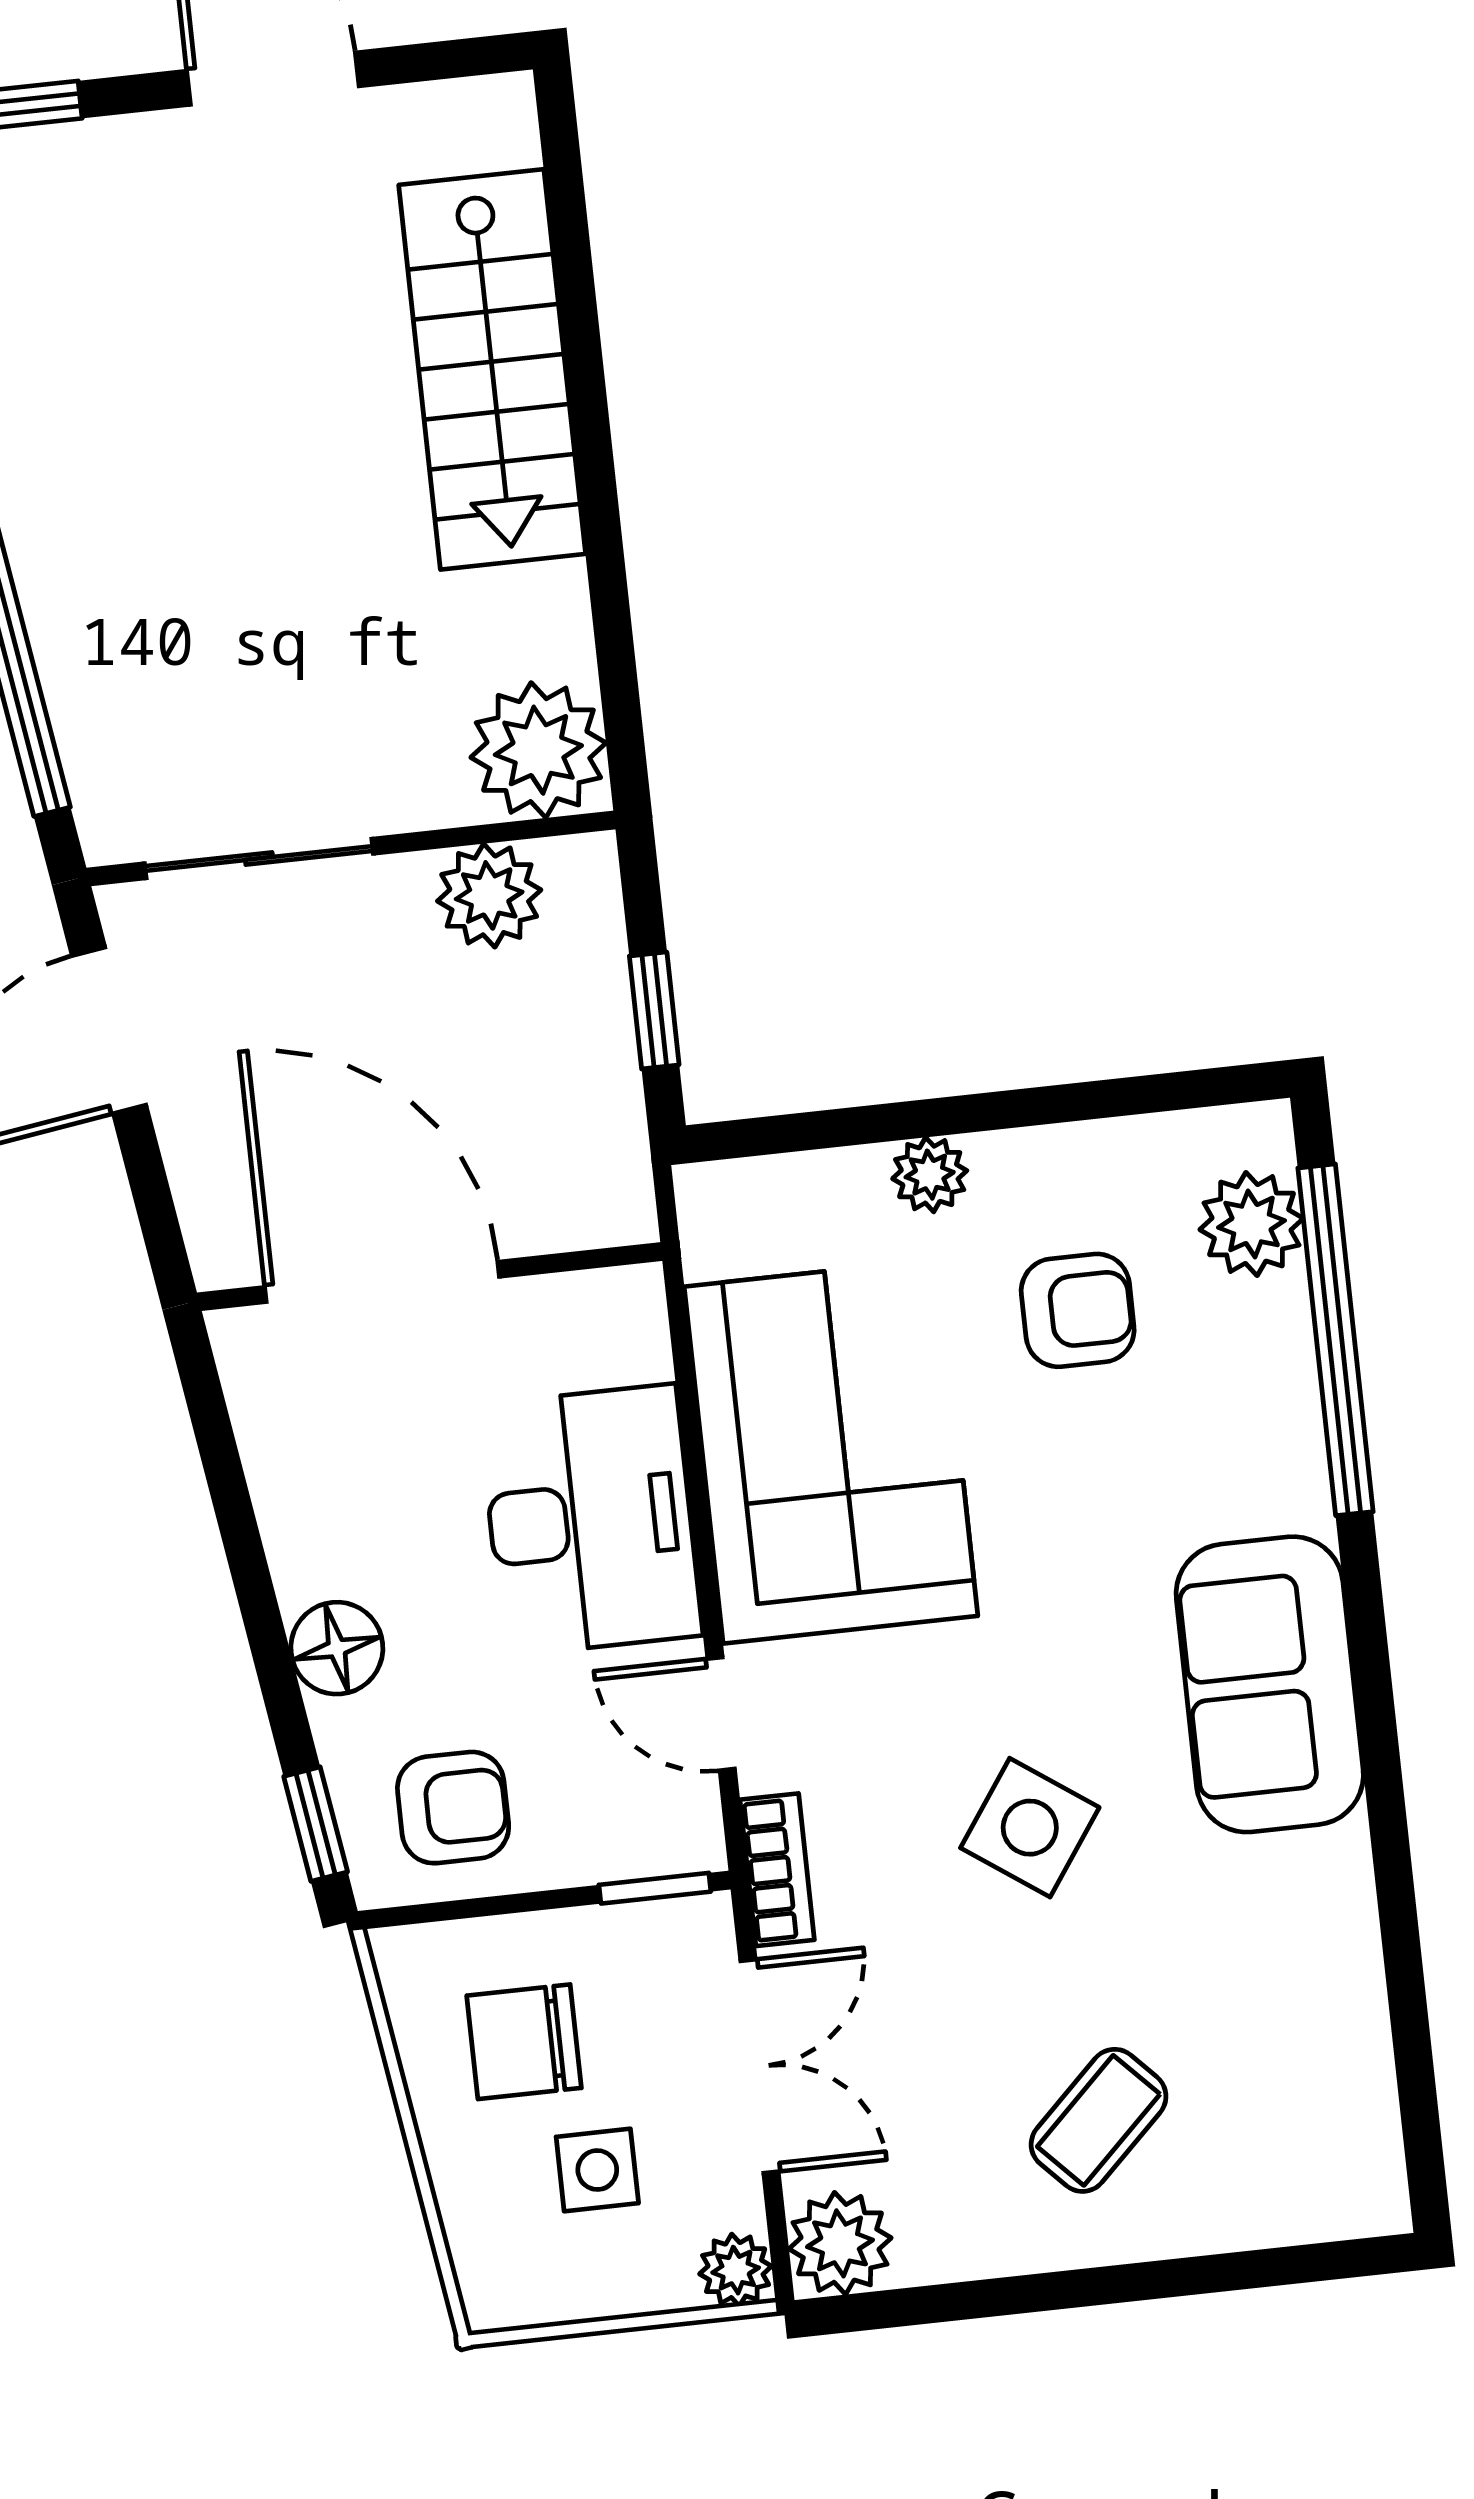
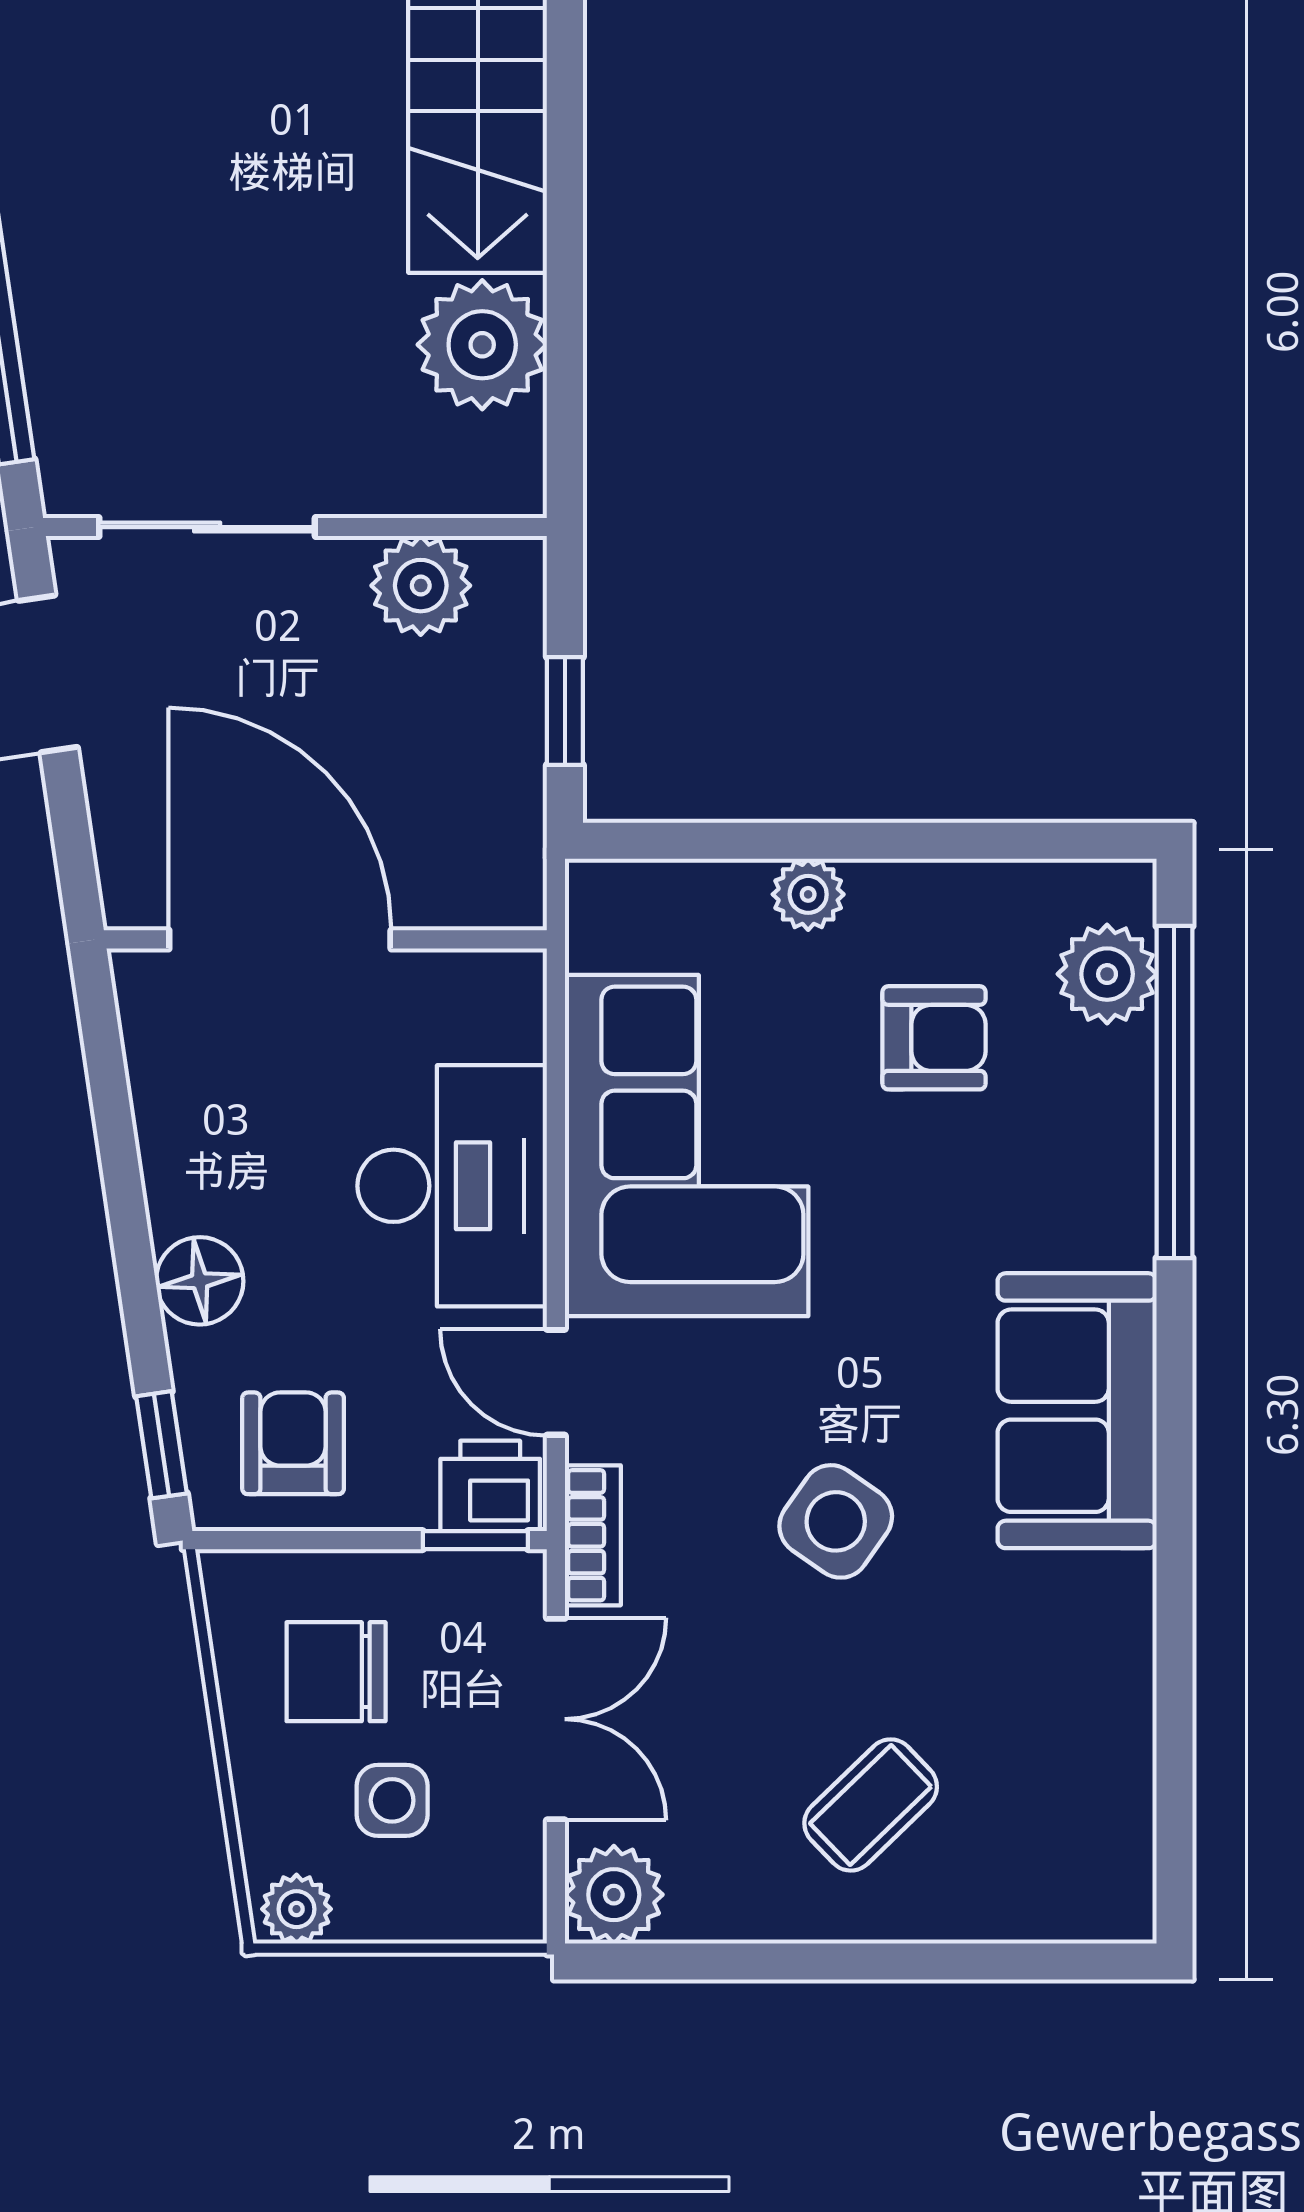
plant: (538, 750) -> (482, 345), moved
armchair: (453, 1808) -> (293, 1443), turned -90
printer: (664, 1830) -> (490, 1486), added
plant: (736, 2270) -> (297, 1909), moved

